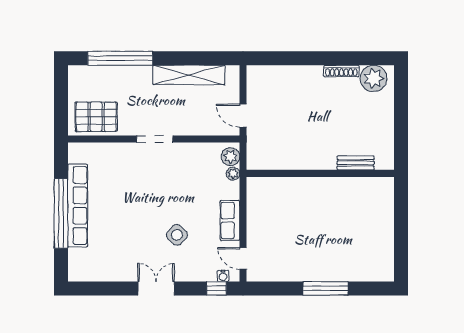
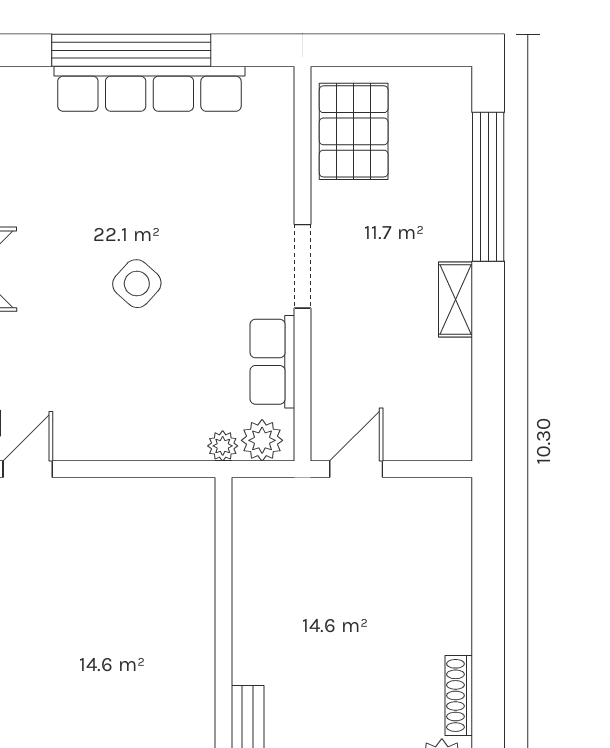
shelving: (189, 75) -> (455, 299), width x0.45, depth x0.75
row of seats: (230, 220) -> (272, 362), moved, turned -90
side table: (177, 235) -> (137, 284), moved

